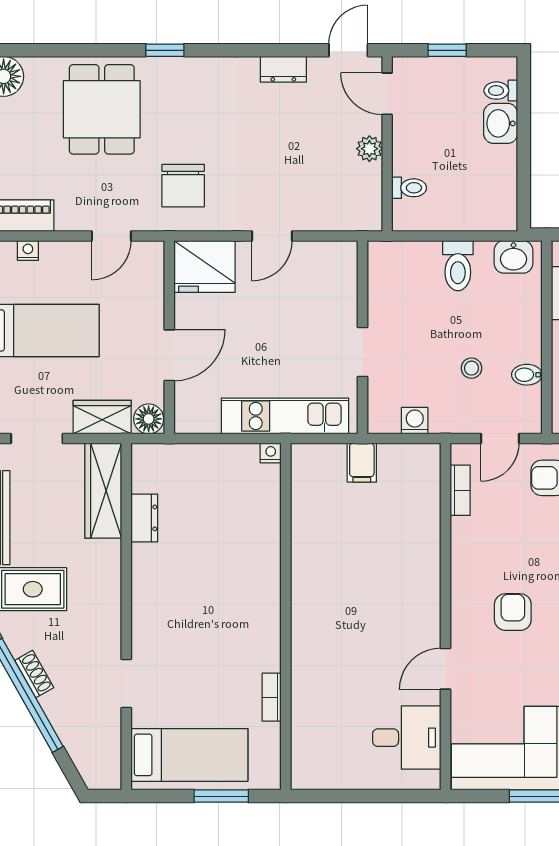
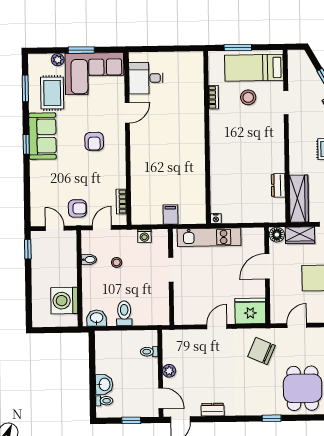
chair: (183, 186) -> (262, 351), turned -66
stool: (202, 696) -> (248, 97), added

